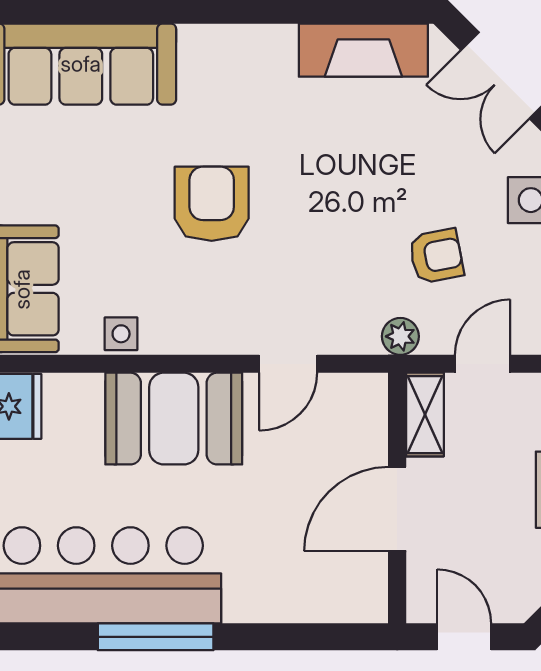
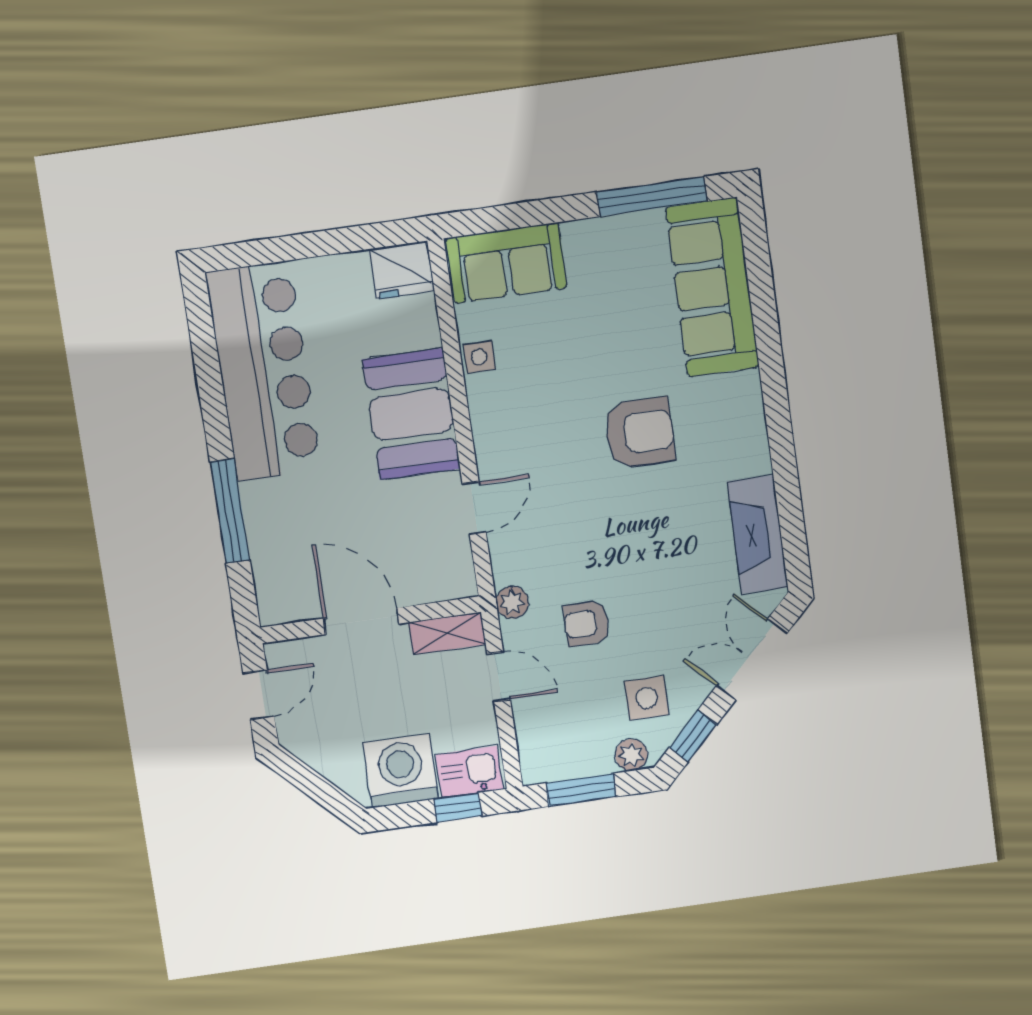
armchair: (212, 204) -> (639, 433), moved
armchair: (436, 256) -> (587, 623), turned 101
door: (288, 364) -> (474, 508), swing flipped
window: (156, 637) -> (230, 511), moved

